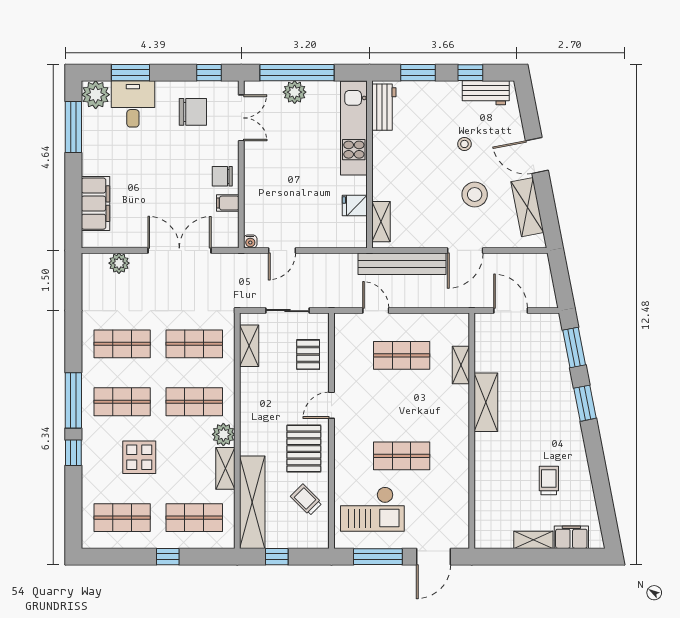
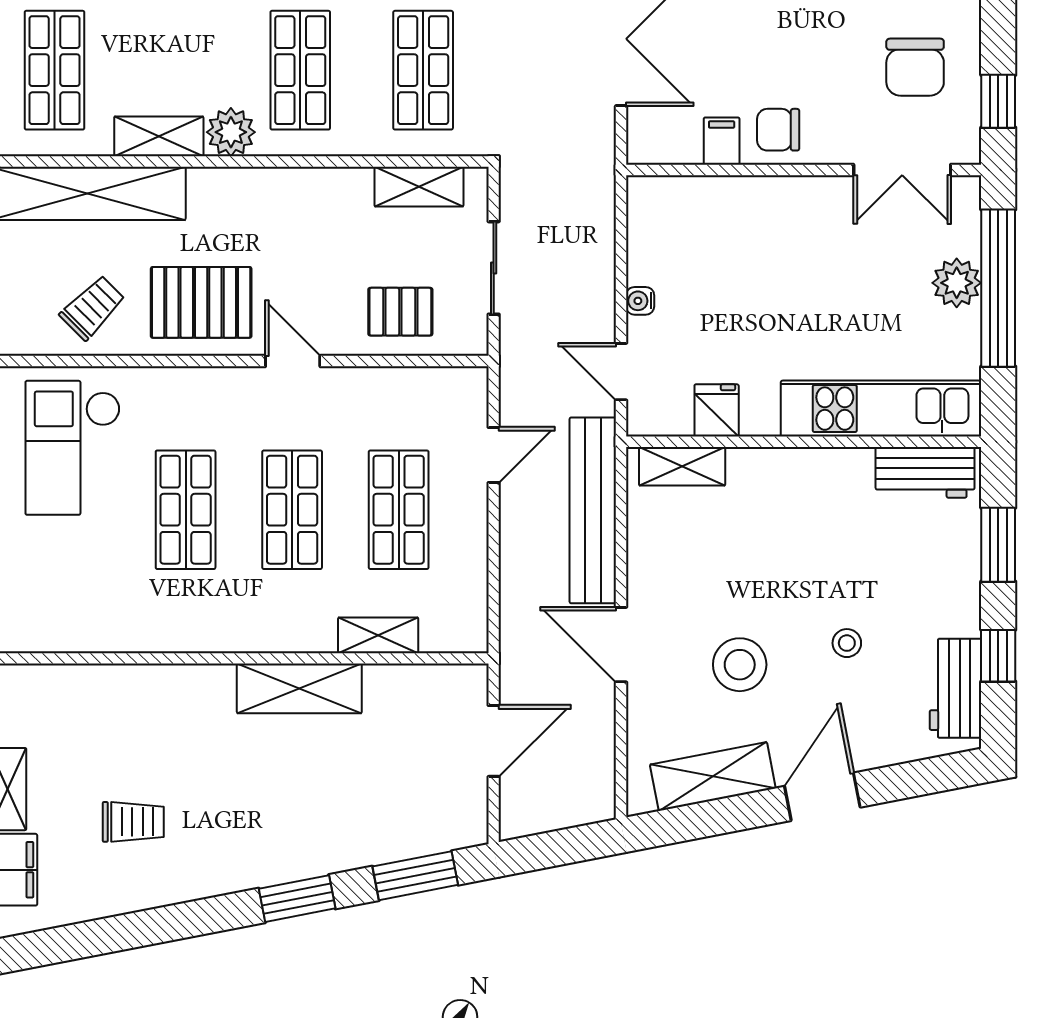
chair: (222, 176) -> (778, 130), turned -90
water cooler: (250, 241) -> (640, 301), moved
door: (282, 250) -> (621, 372), moved
shop shelf: (402, 406) -> (292, 510), added

